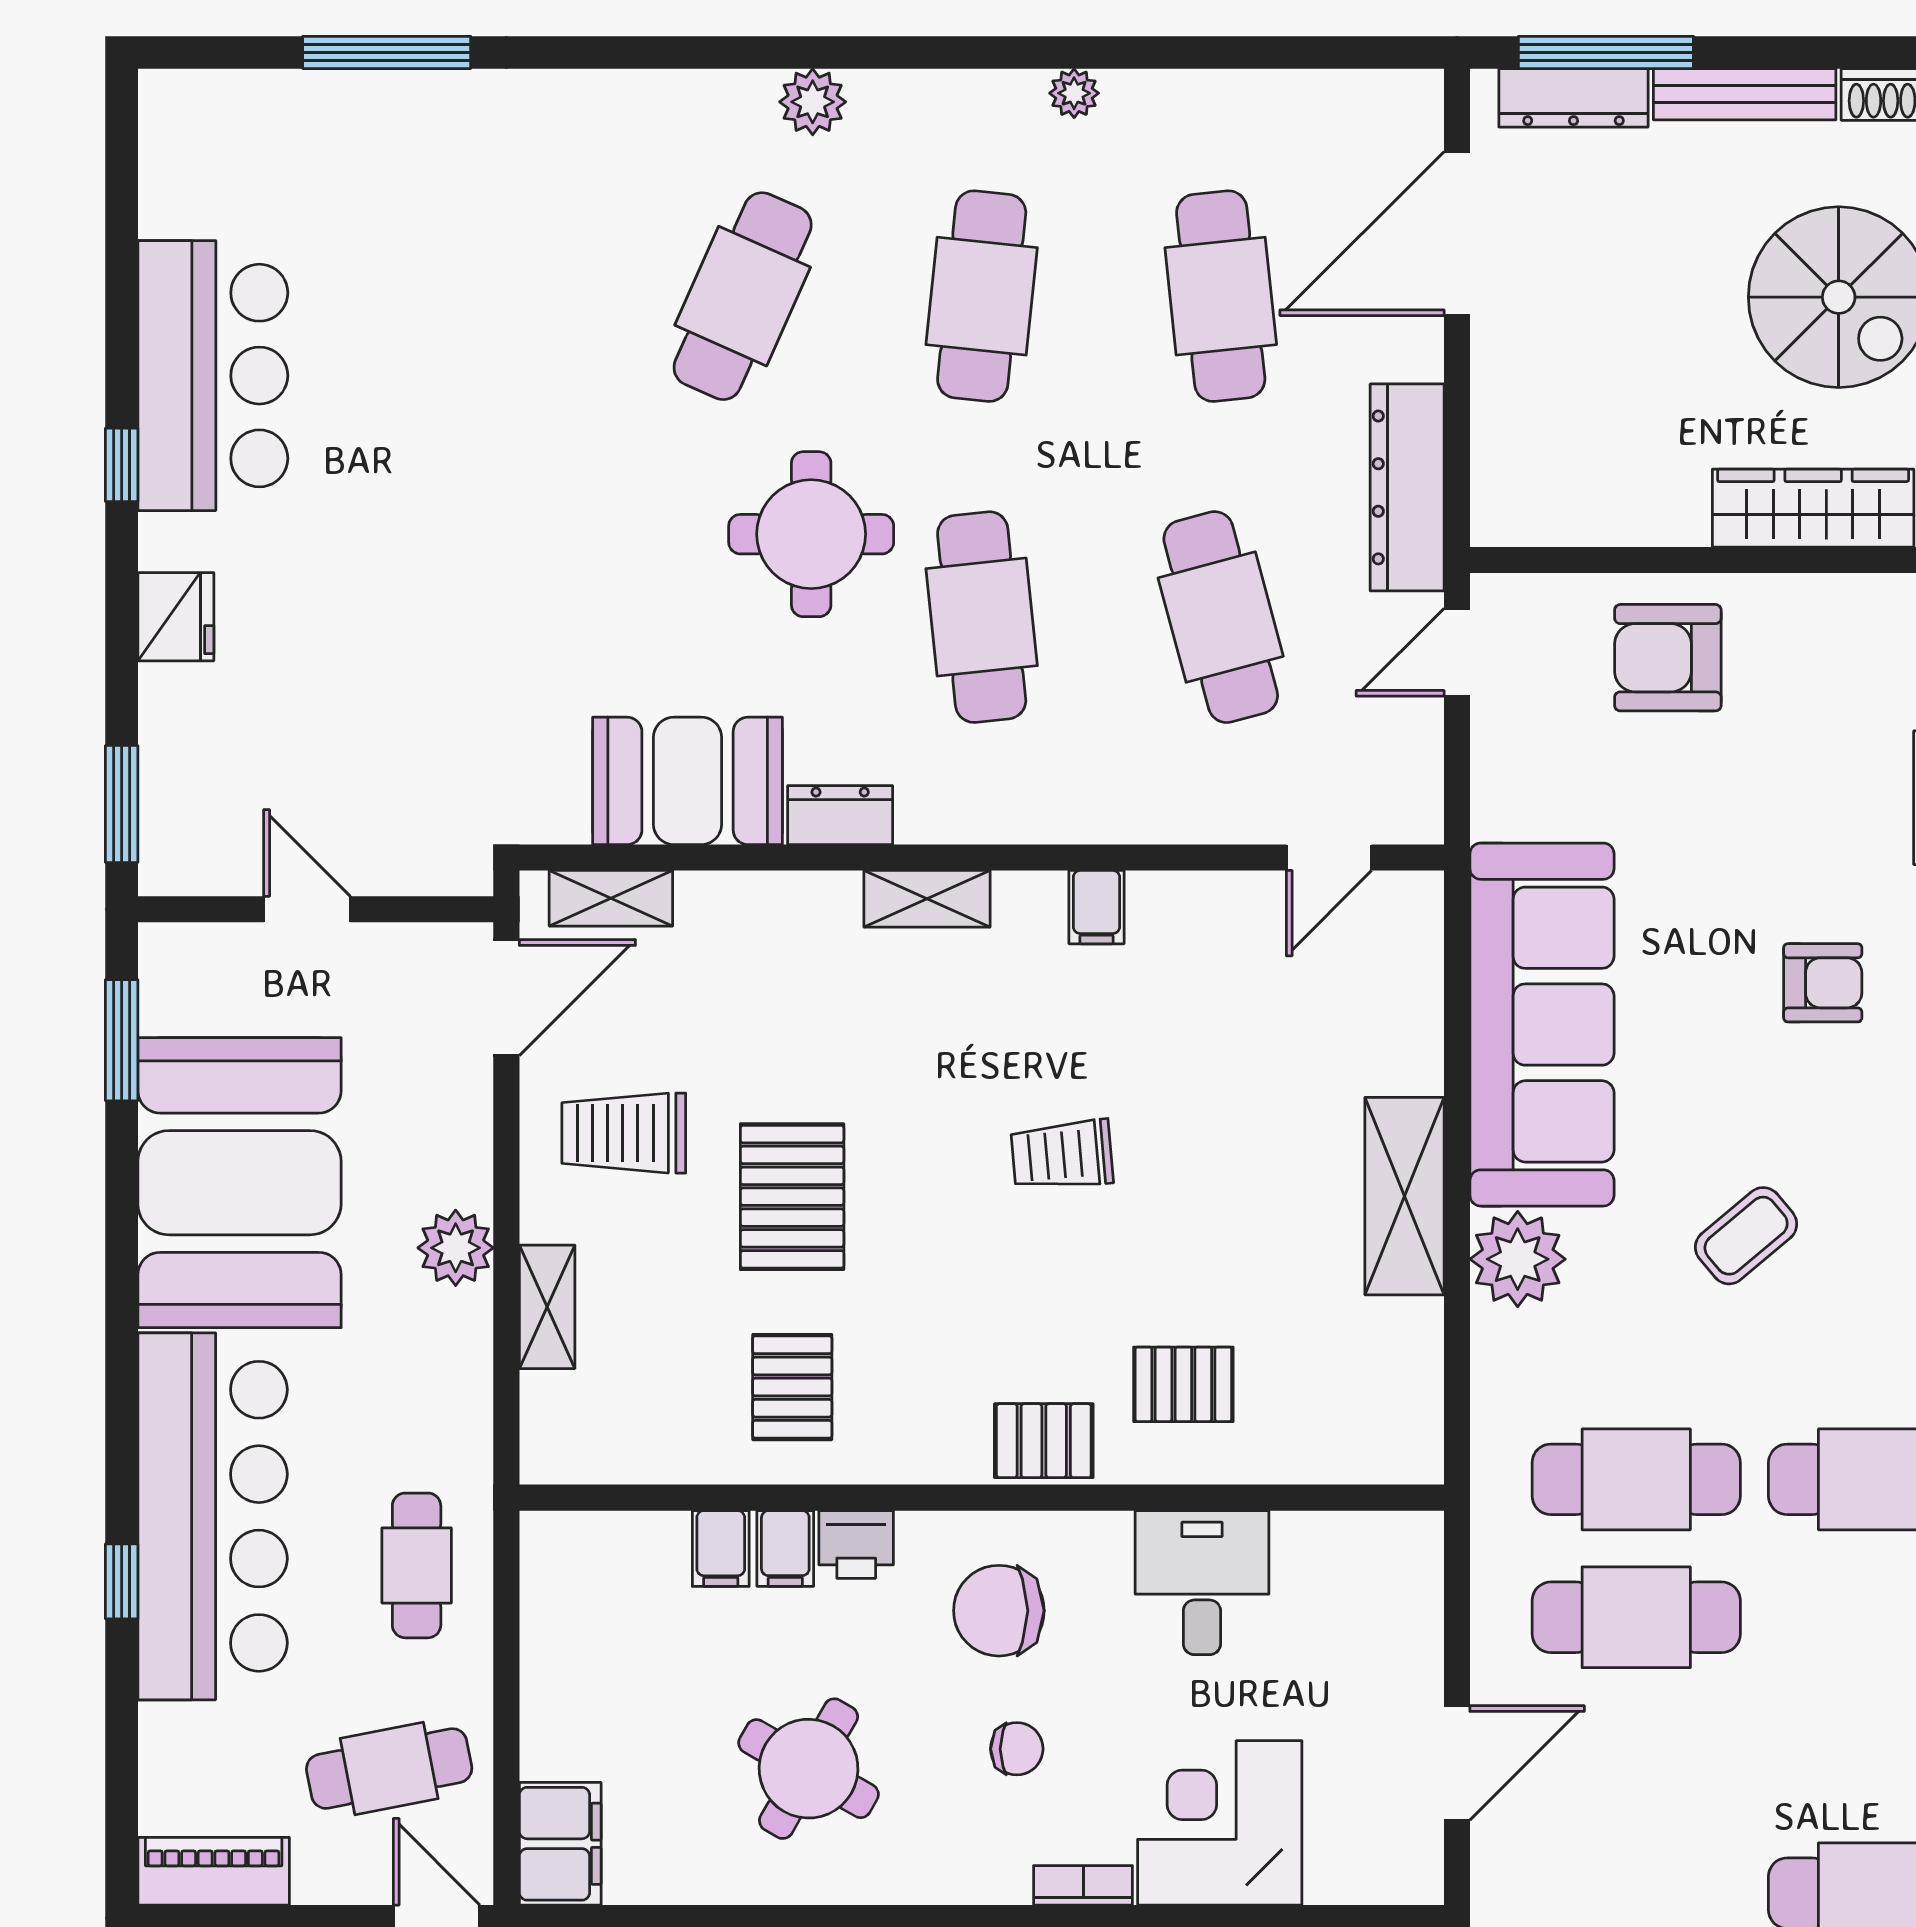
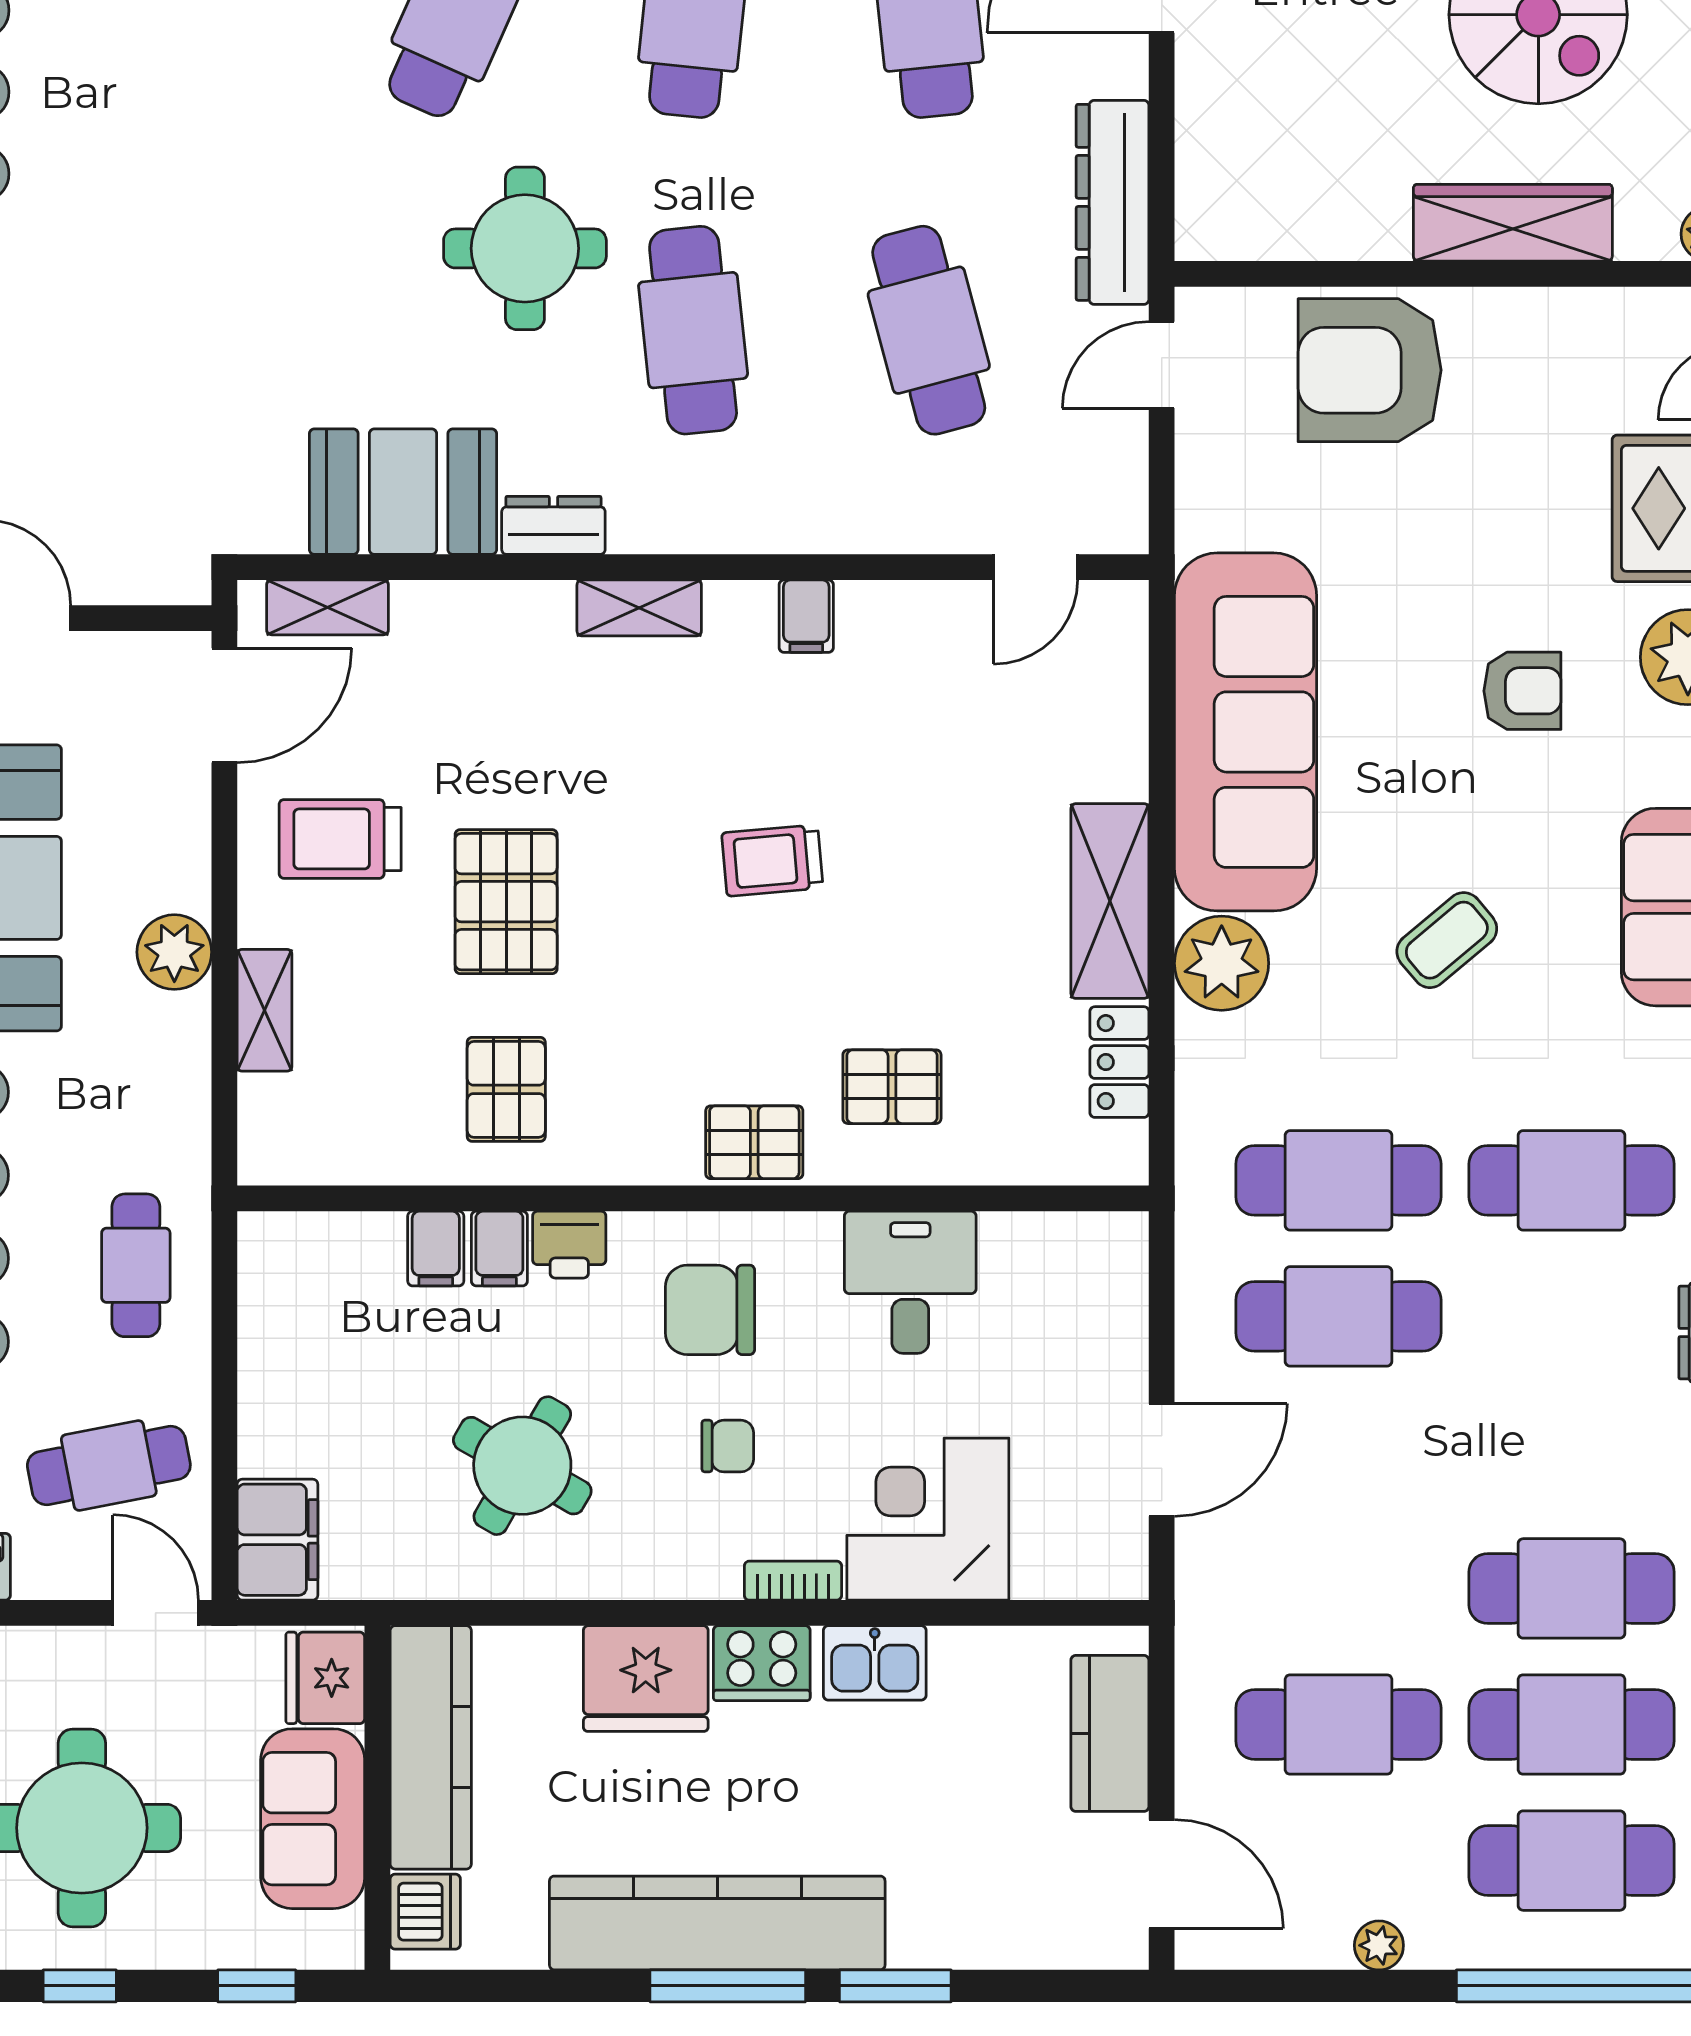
armchair: (1668, 658) -> (1370, 370), width x1.36, depth x1.36
locker: (1414, 1359) -> (1119, 1062), added

